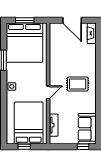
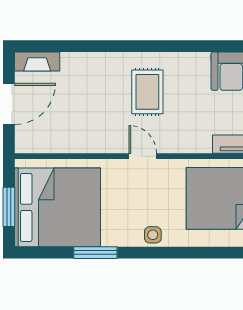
door: (48, 92) -> (143, 156), moved

